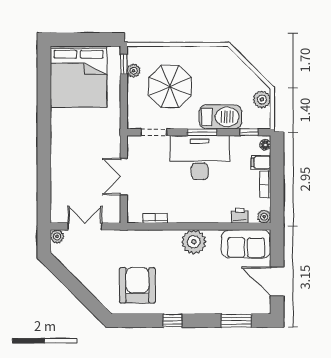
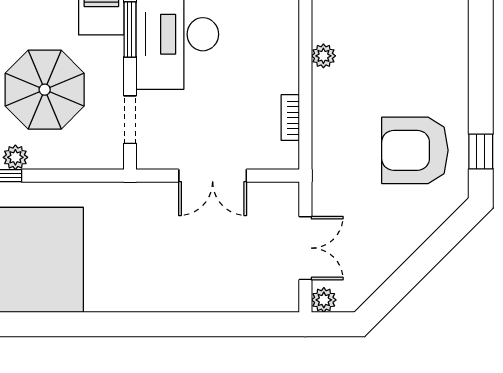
double door: (85, 226) -> (305, 248), swing flipped
plant: (194, 242) -> (323, 56), width x0.53, depth x0.53
window: (173, 321) -> (481, 151), moved

